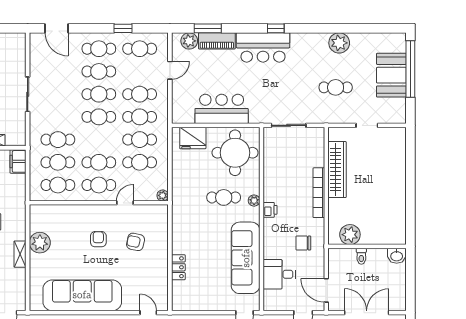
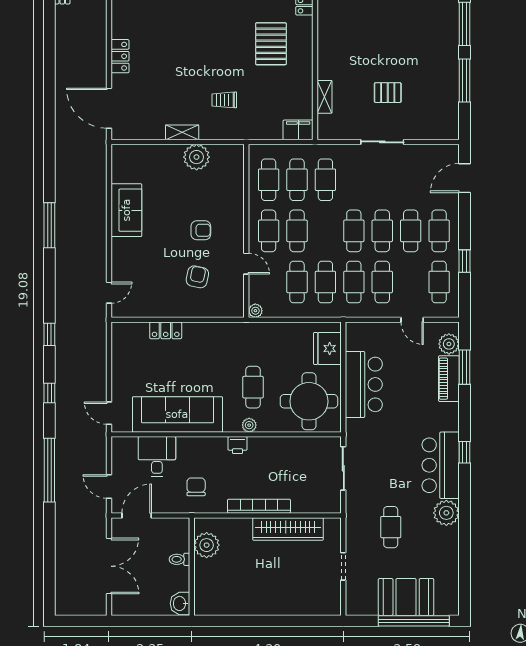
plant: (339, 43) -> (446, 513), moved
bar counter: (263, 47) -> (441, 465), moved
sofa: (82, 295) -> (126, 210), width x0.54, depth x0.79

